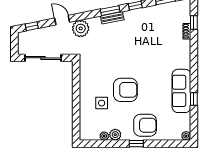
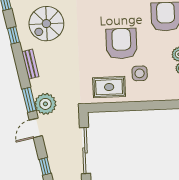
window: (110, 11) -> (29, 100), moved
spiral stairs: (143, 32) -> (46, 24), added
rug: (92, 79) -> (109, 87), added

